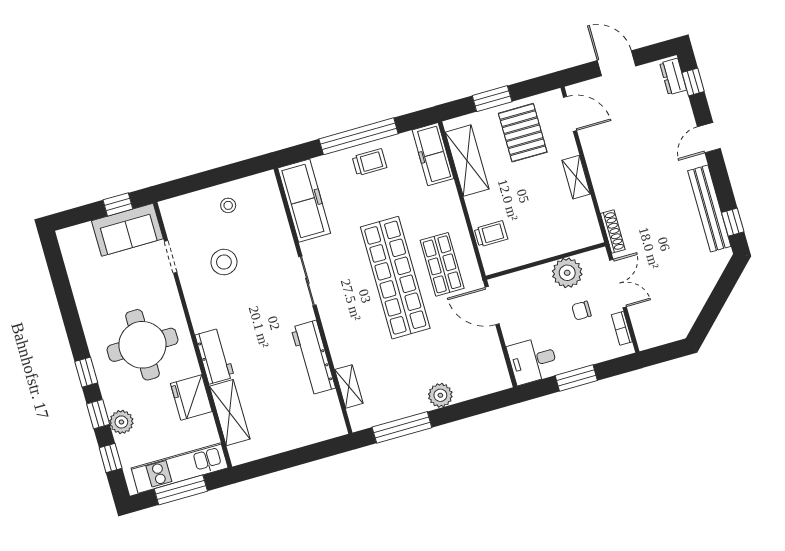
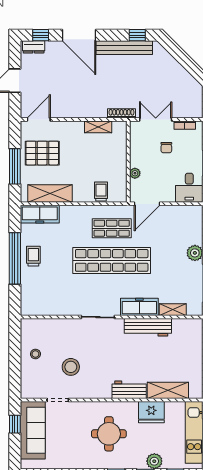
window: (492, 99) -> (15, 166), width x1.44
door: (709, 138) -> (79, 35), width x1.88
shelving: (576, 177) -> (98, 127), moved
freezer: (304, 201) -> (139, 307), moved, width x0.73, depth x0.79
sofa: (127, 230) -> (33, 430), width x1.36
plant: (567, 273) -> (135, 173), moved, width x0.53, depth x0.53
round table: (142, 345) -> (109, 434), width x0.73, depth x0.73

